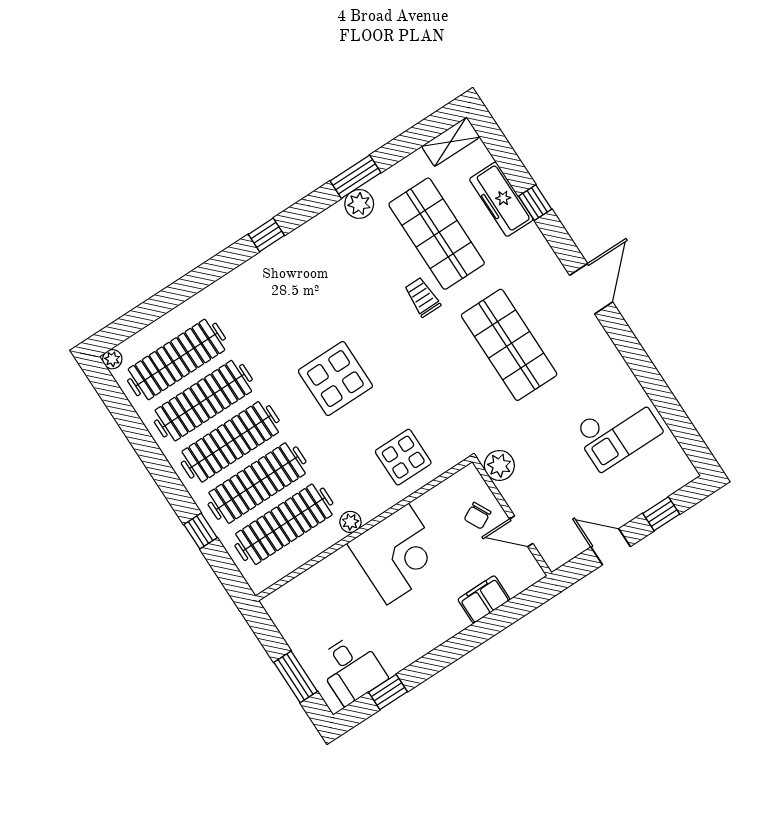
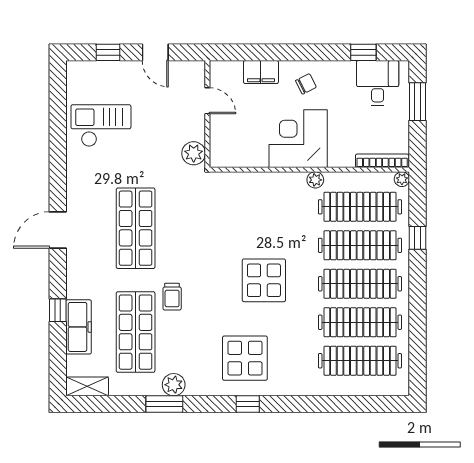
plant: (112, 359) -> (402, 179), moved
display table: (403, 457) -> (245, 358), moved, width x1.36, depth x1.36
chair: (478, 516) -> (306, 84), moved
bookcase: (292, 589) -> (382, 161), added

